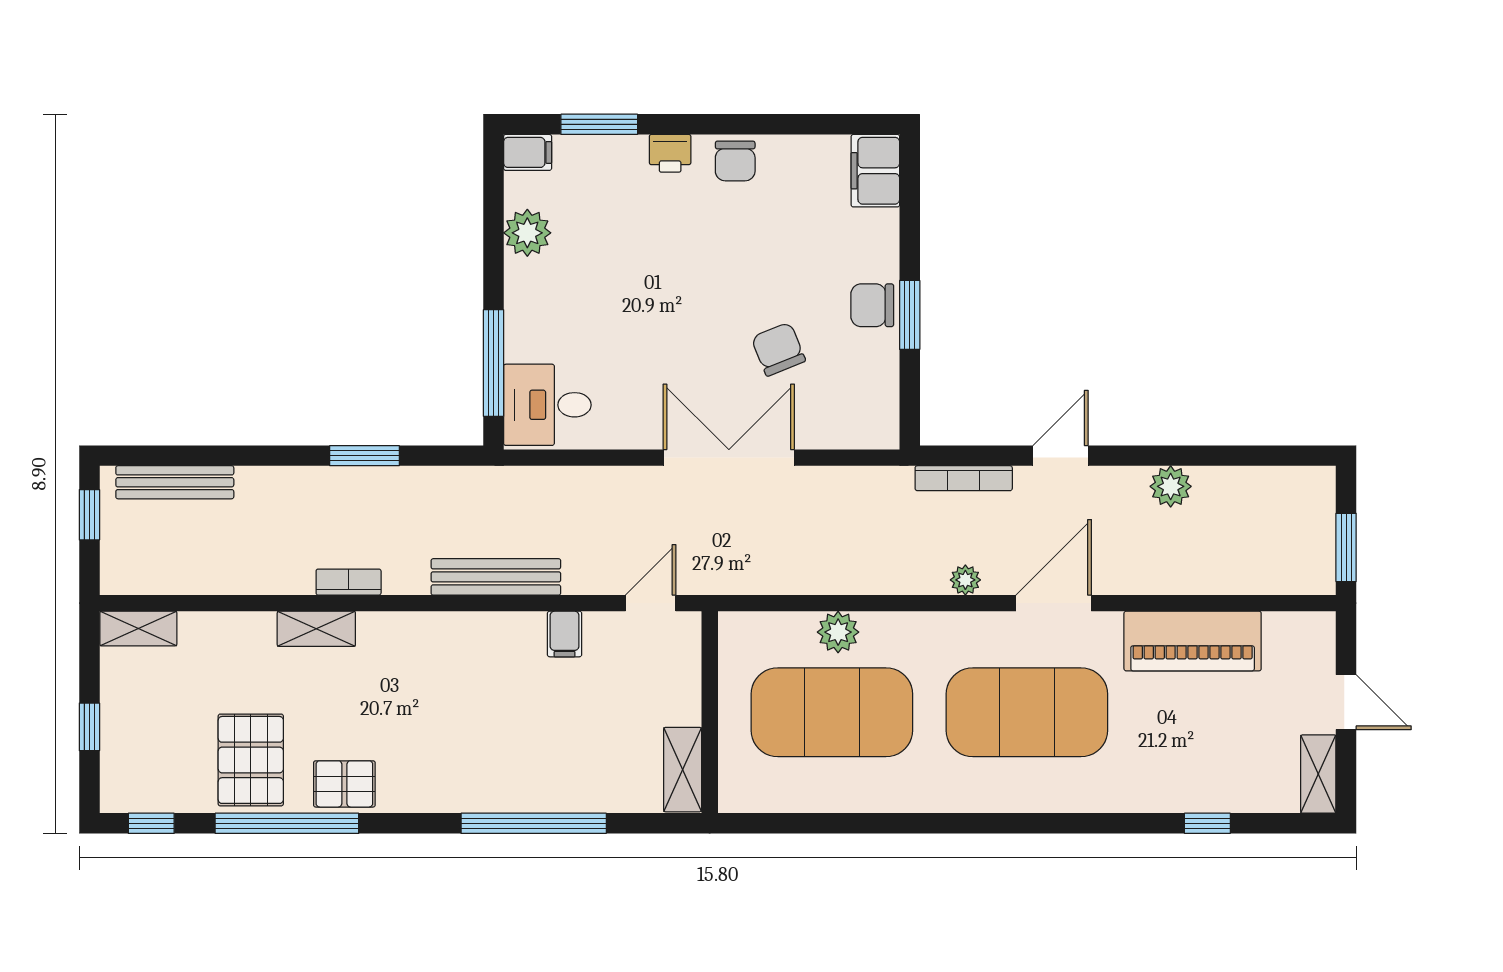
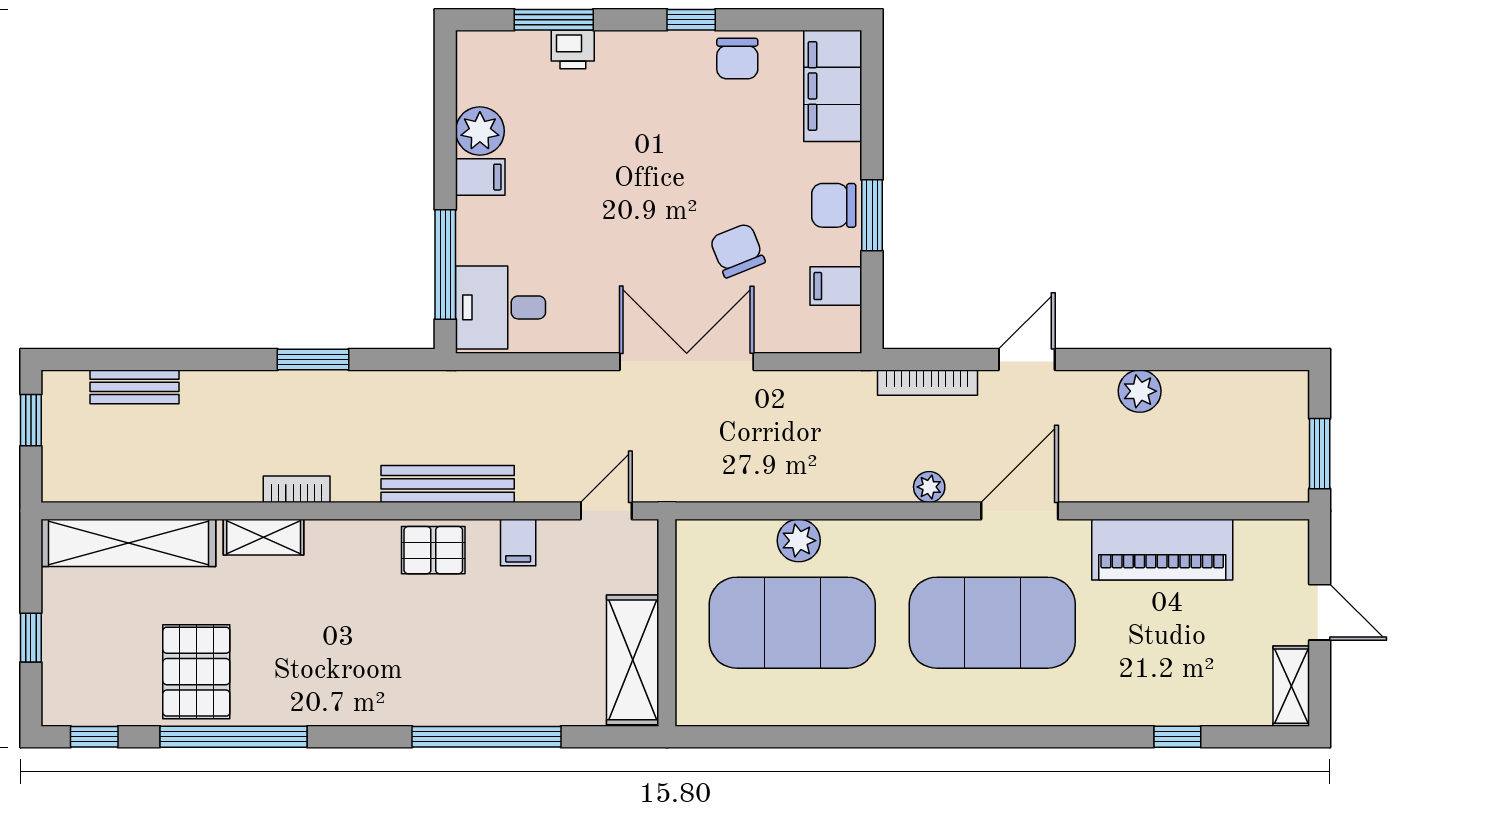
window: (733, 124) -> (691, 20), added
filing cabinet: (528, 152) -> (480, 177), moved
printer: (670, 153) -> (573, 49), moved
chair: (735, 161) -> (737, 59), moved
filing cabinet: (875, 171) -> (833, 86), width x1.50, depth x1.17
filing cabinet: (874, 384) -> (836, 286), added
bench: (175, 482) -> (135, 387), width x0.73
shelving: (138, 629) -> (129, 543), width x2.20, depth x1.33
shelving: (683, 770) -> (633, 660), width x1.50, depth x1.33
pallet: (344, 784) -> (433, 550), moved

